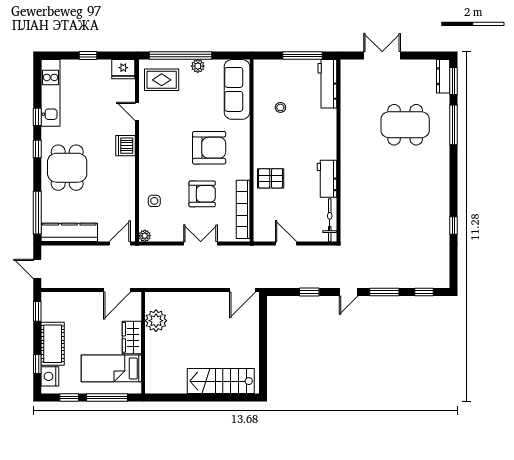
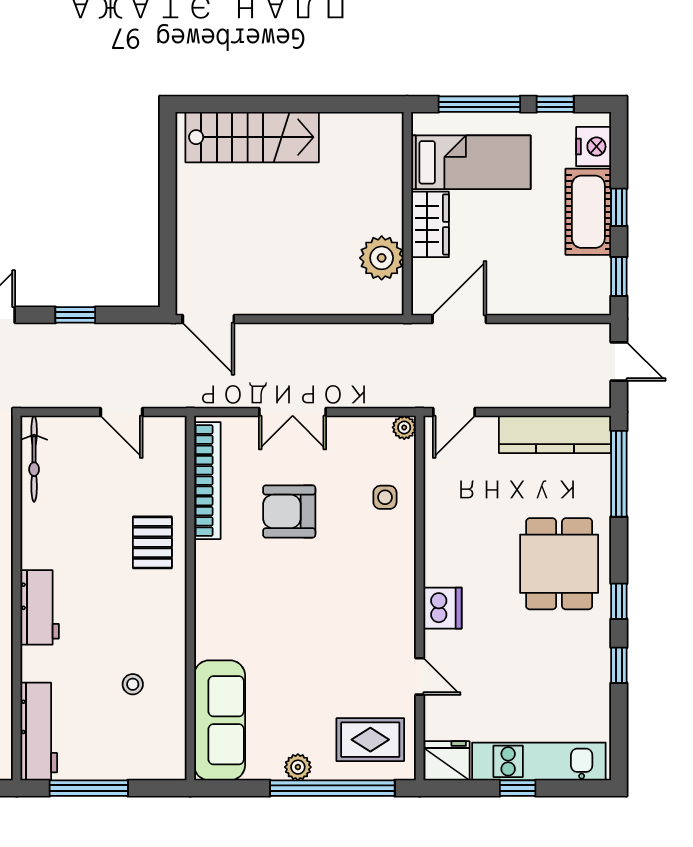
kitchen unit: (51, 93) -> (539, 761), moved, turned 90
armchair: (209, 148) -> (275, 604), removed
pallet: (271, 178) -> (152, 542), turned 90
workbench: (327, 179) -> (40, 607), moved
door: (243, 290) -> (208, 319), swing flipped
window: (37, 364) -> (619, 207), moved

